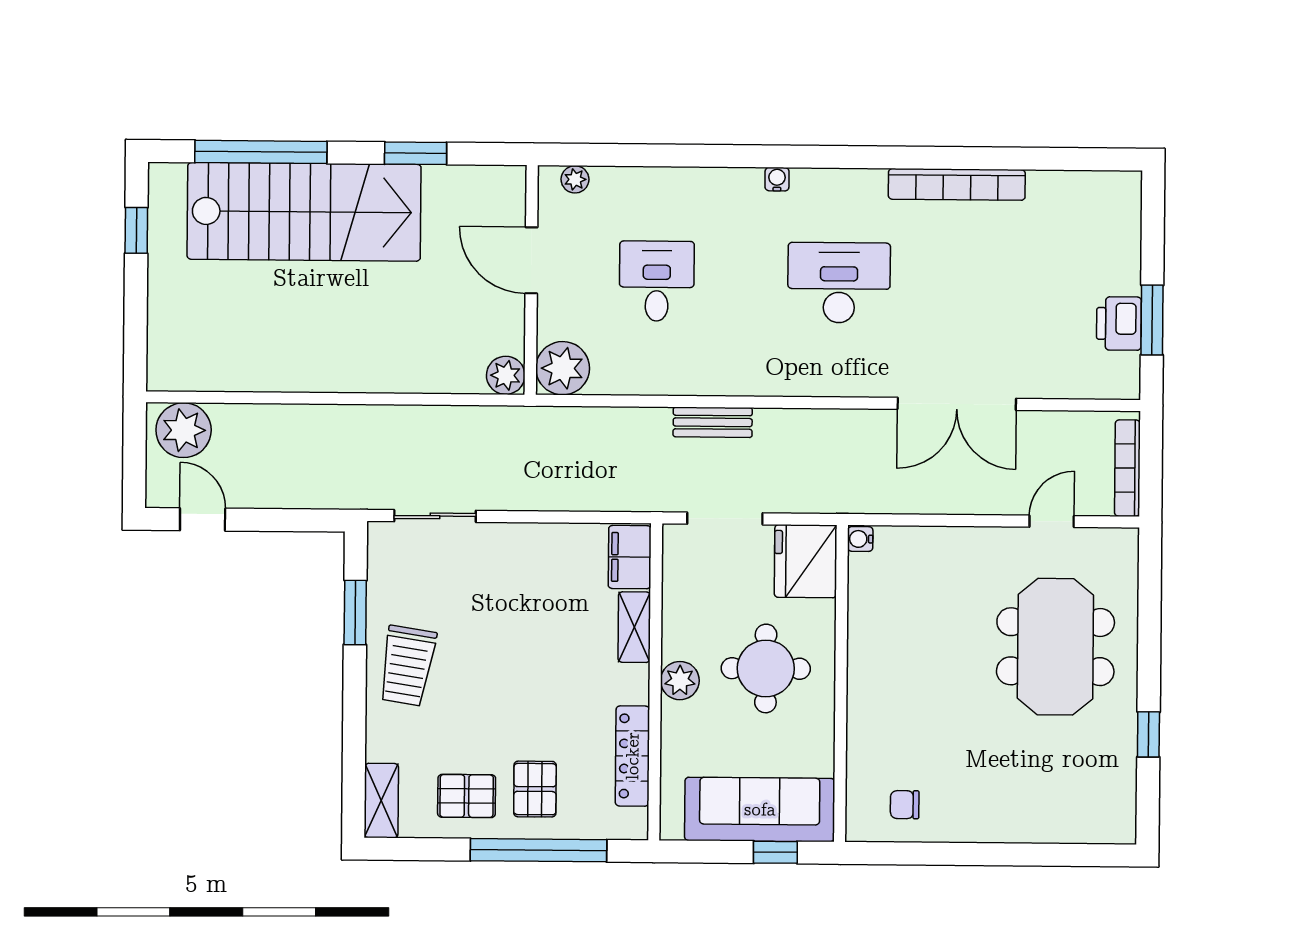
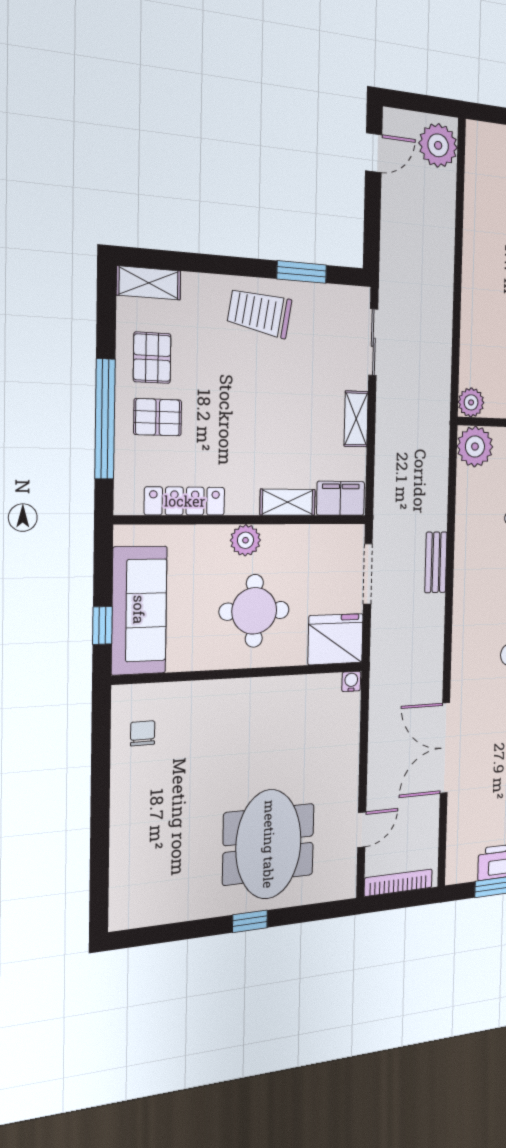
door: (1052, 521) -> (362, 830), hinge flipped
shelving: (531, 538) -> (356, 419), added
meeting table: (1055, 647) -> (269, 844), turned 90
window: (1148, 734) -> (250, 921), moved

